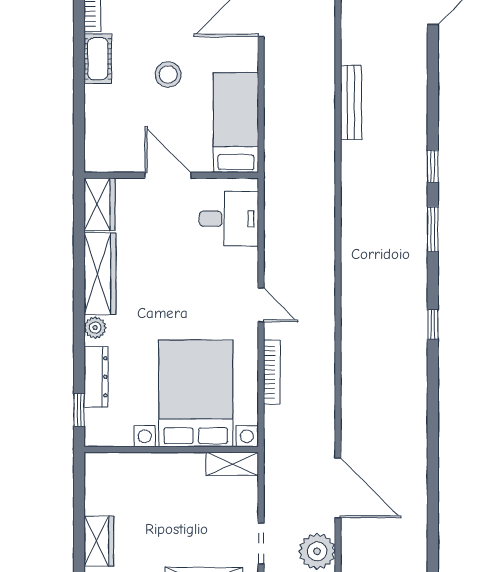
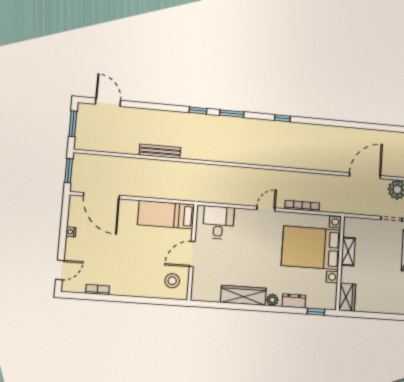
cot: (98, 59) -> (125, 288), removed
stool: (168, 74) -> (172, 281), moved
wardrobe: (100, 204) -> (205, 293), removed
dresser: (96, 377) -> (294, 301), width x0.70
shelving: (232, 464) -> (348, 252), moved
wardrobe: (99, 541) -> (347, 297), moved, turned 90

